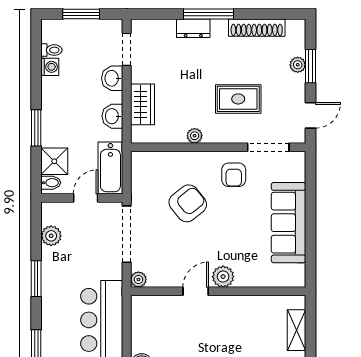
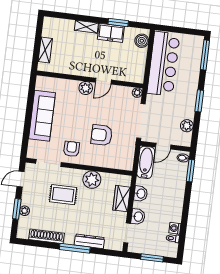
dresser: (193, 28) -> (89, 241), width x1.44
window: (36, 128) -> (190, 171), moved
plant: (195, 136) -> (92, 180), width x1.88, depth x1.88
shower: (54, 161) -> (179, 171), removed
armchair: (188, 203) -> (102, 135), turned 39

